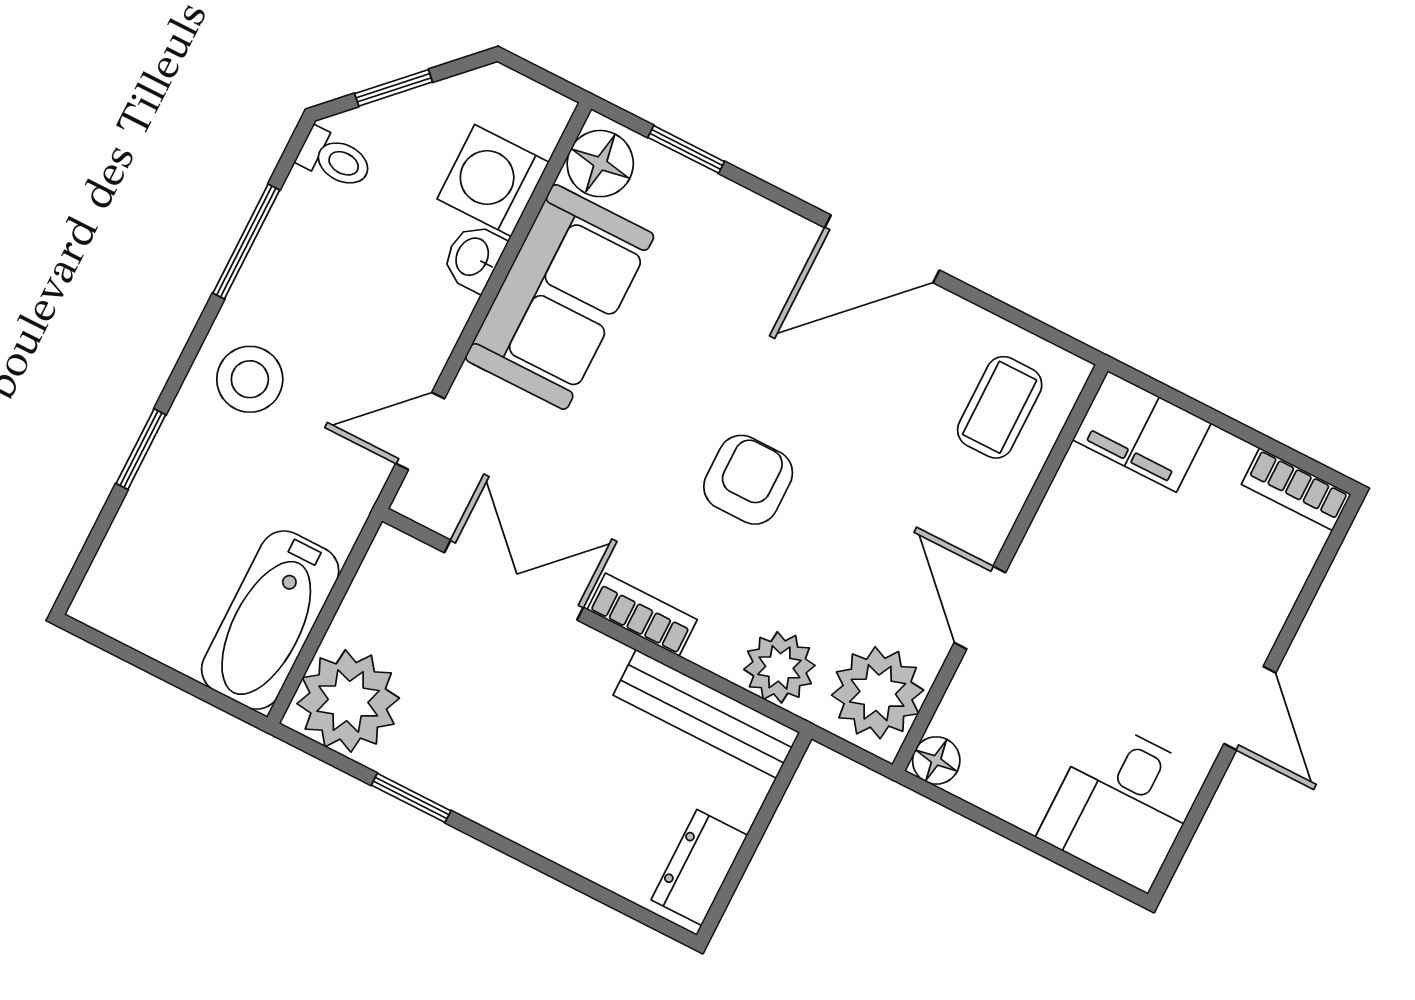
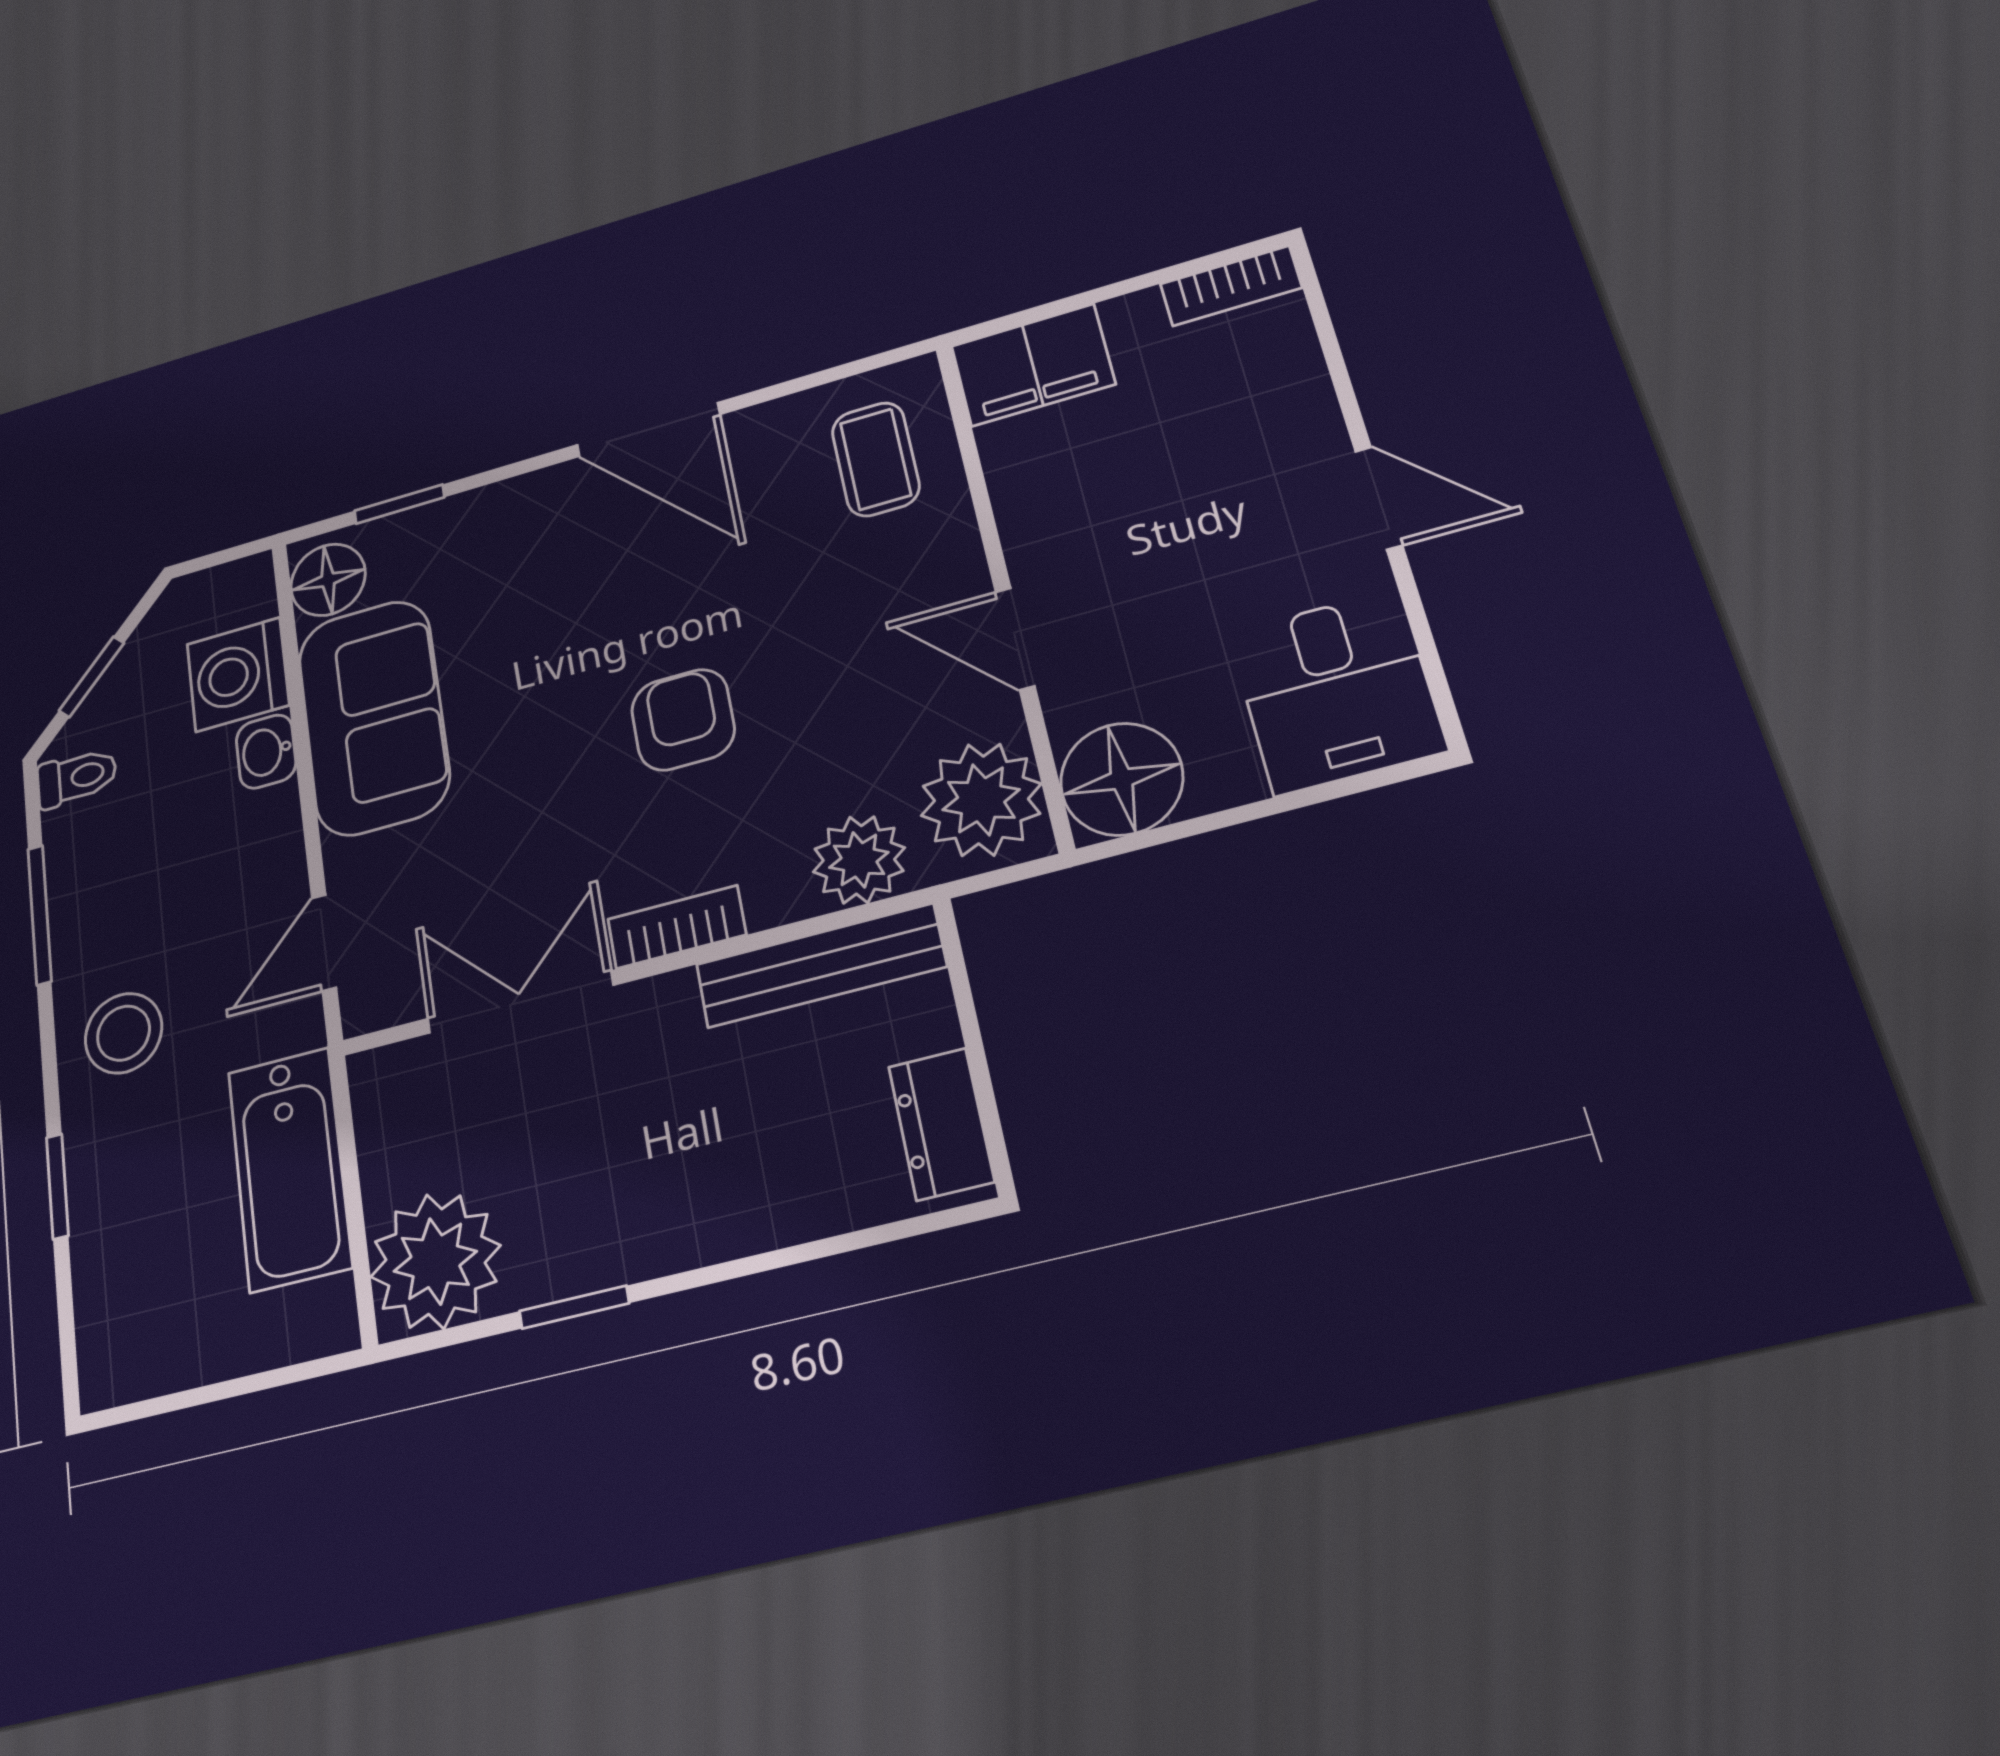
door: (882, 249) -> (648, 430), hinge flipped
bathtub: (270, 620) -> (290, 1169), moved
floor lamp: (936, 760) -> (1122, 779), width x1.89, depth x1.89

